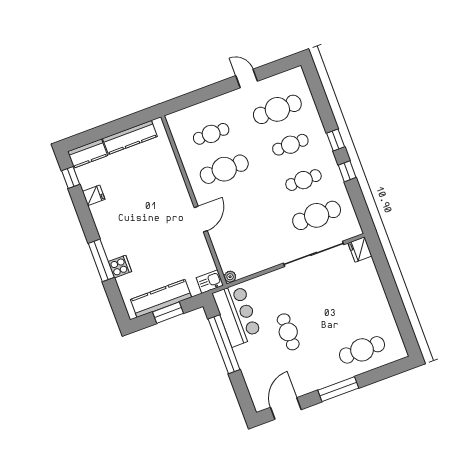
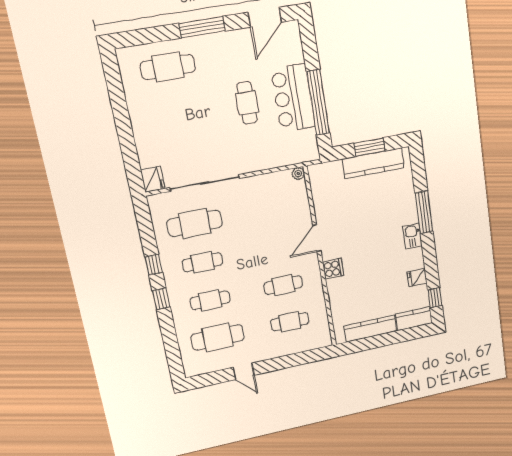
cafe table: (224, 169) -> (283, 285), width x0.73, depth x0.74
cooker: (120, 267) -> (333, 269), moved, turned 180
kitchen sink: (210, 282) -> (412, 236), moved, turned 90
bar counter: (237, 315) -> (293, 98), moved

